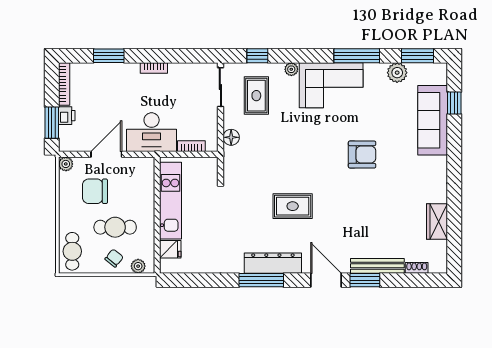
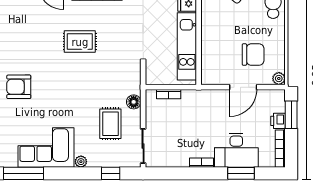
rug: (256, 96) -> (110, 124), moved
desk: (152, 132) -> (236, 150), moved, turned 180
cafe table: (115, 227) -> (235, 23), removed

